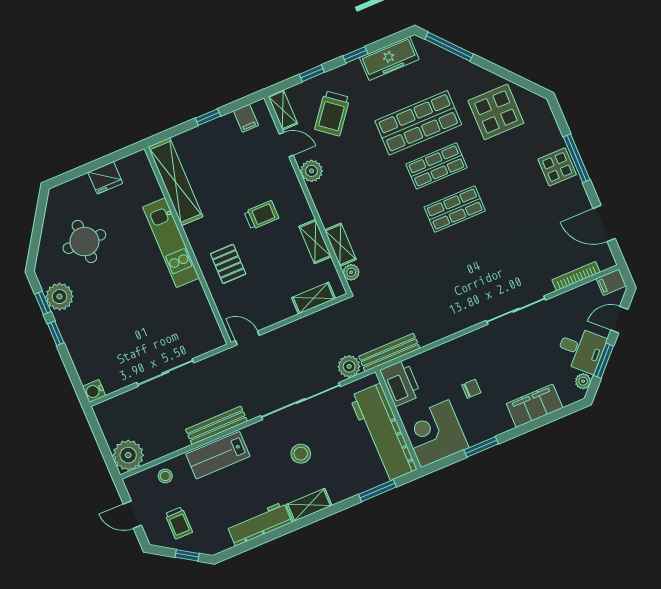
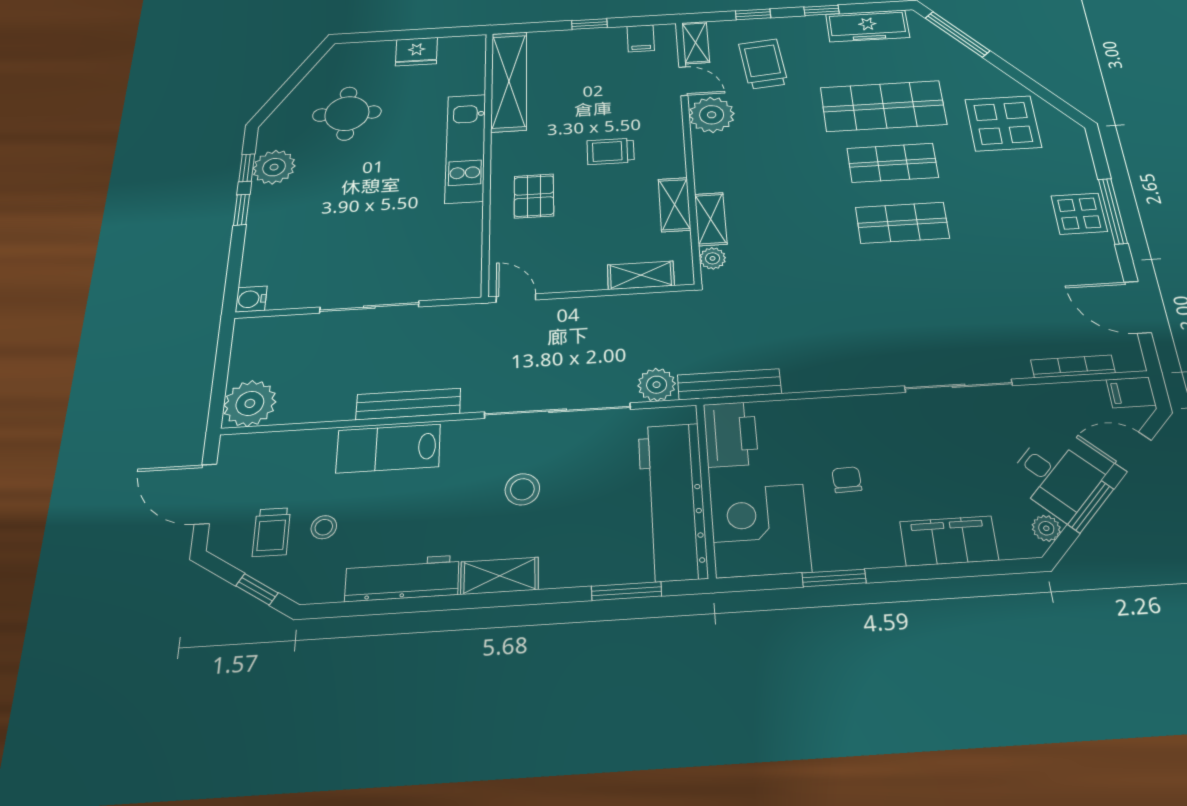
trolley: (332, 113) -> (763, 64), turned 136
plant: (312, 171) -> (712, 115), width x1.36, depth x1.36
trolley: (261, 215) -> (611, 151), turned 180
chair: (471, 389) -> (847, 480), turned -92
stool: (165, 476) -> (324, 527), moved
door: (132, 515) -> (206, 494), width x1.38

